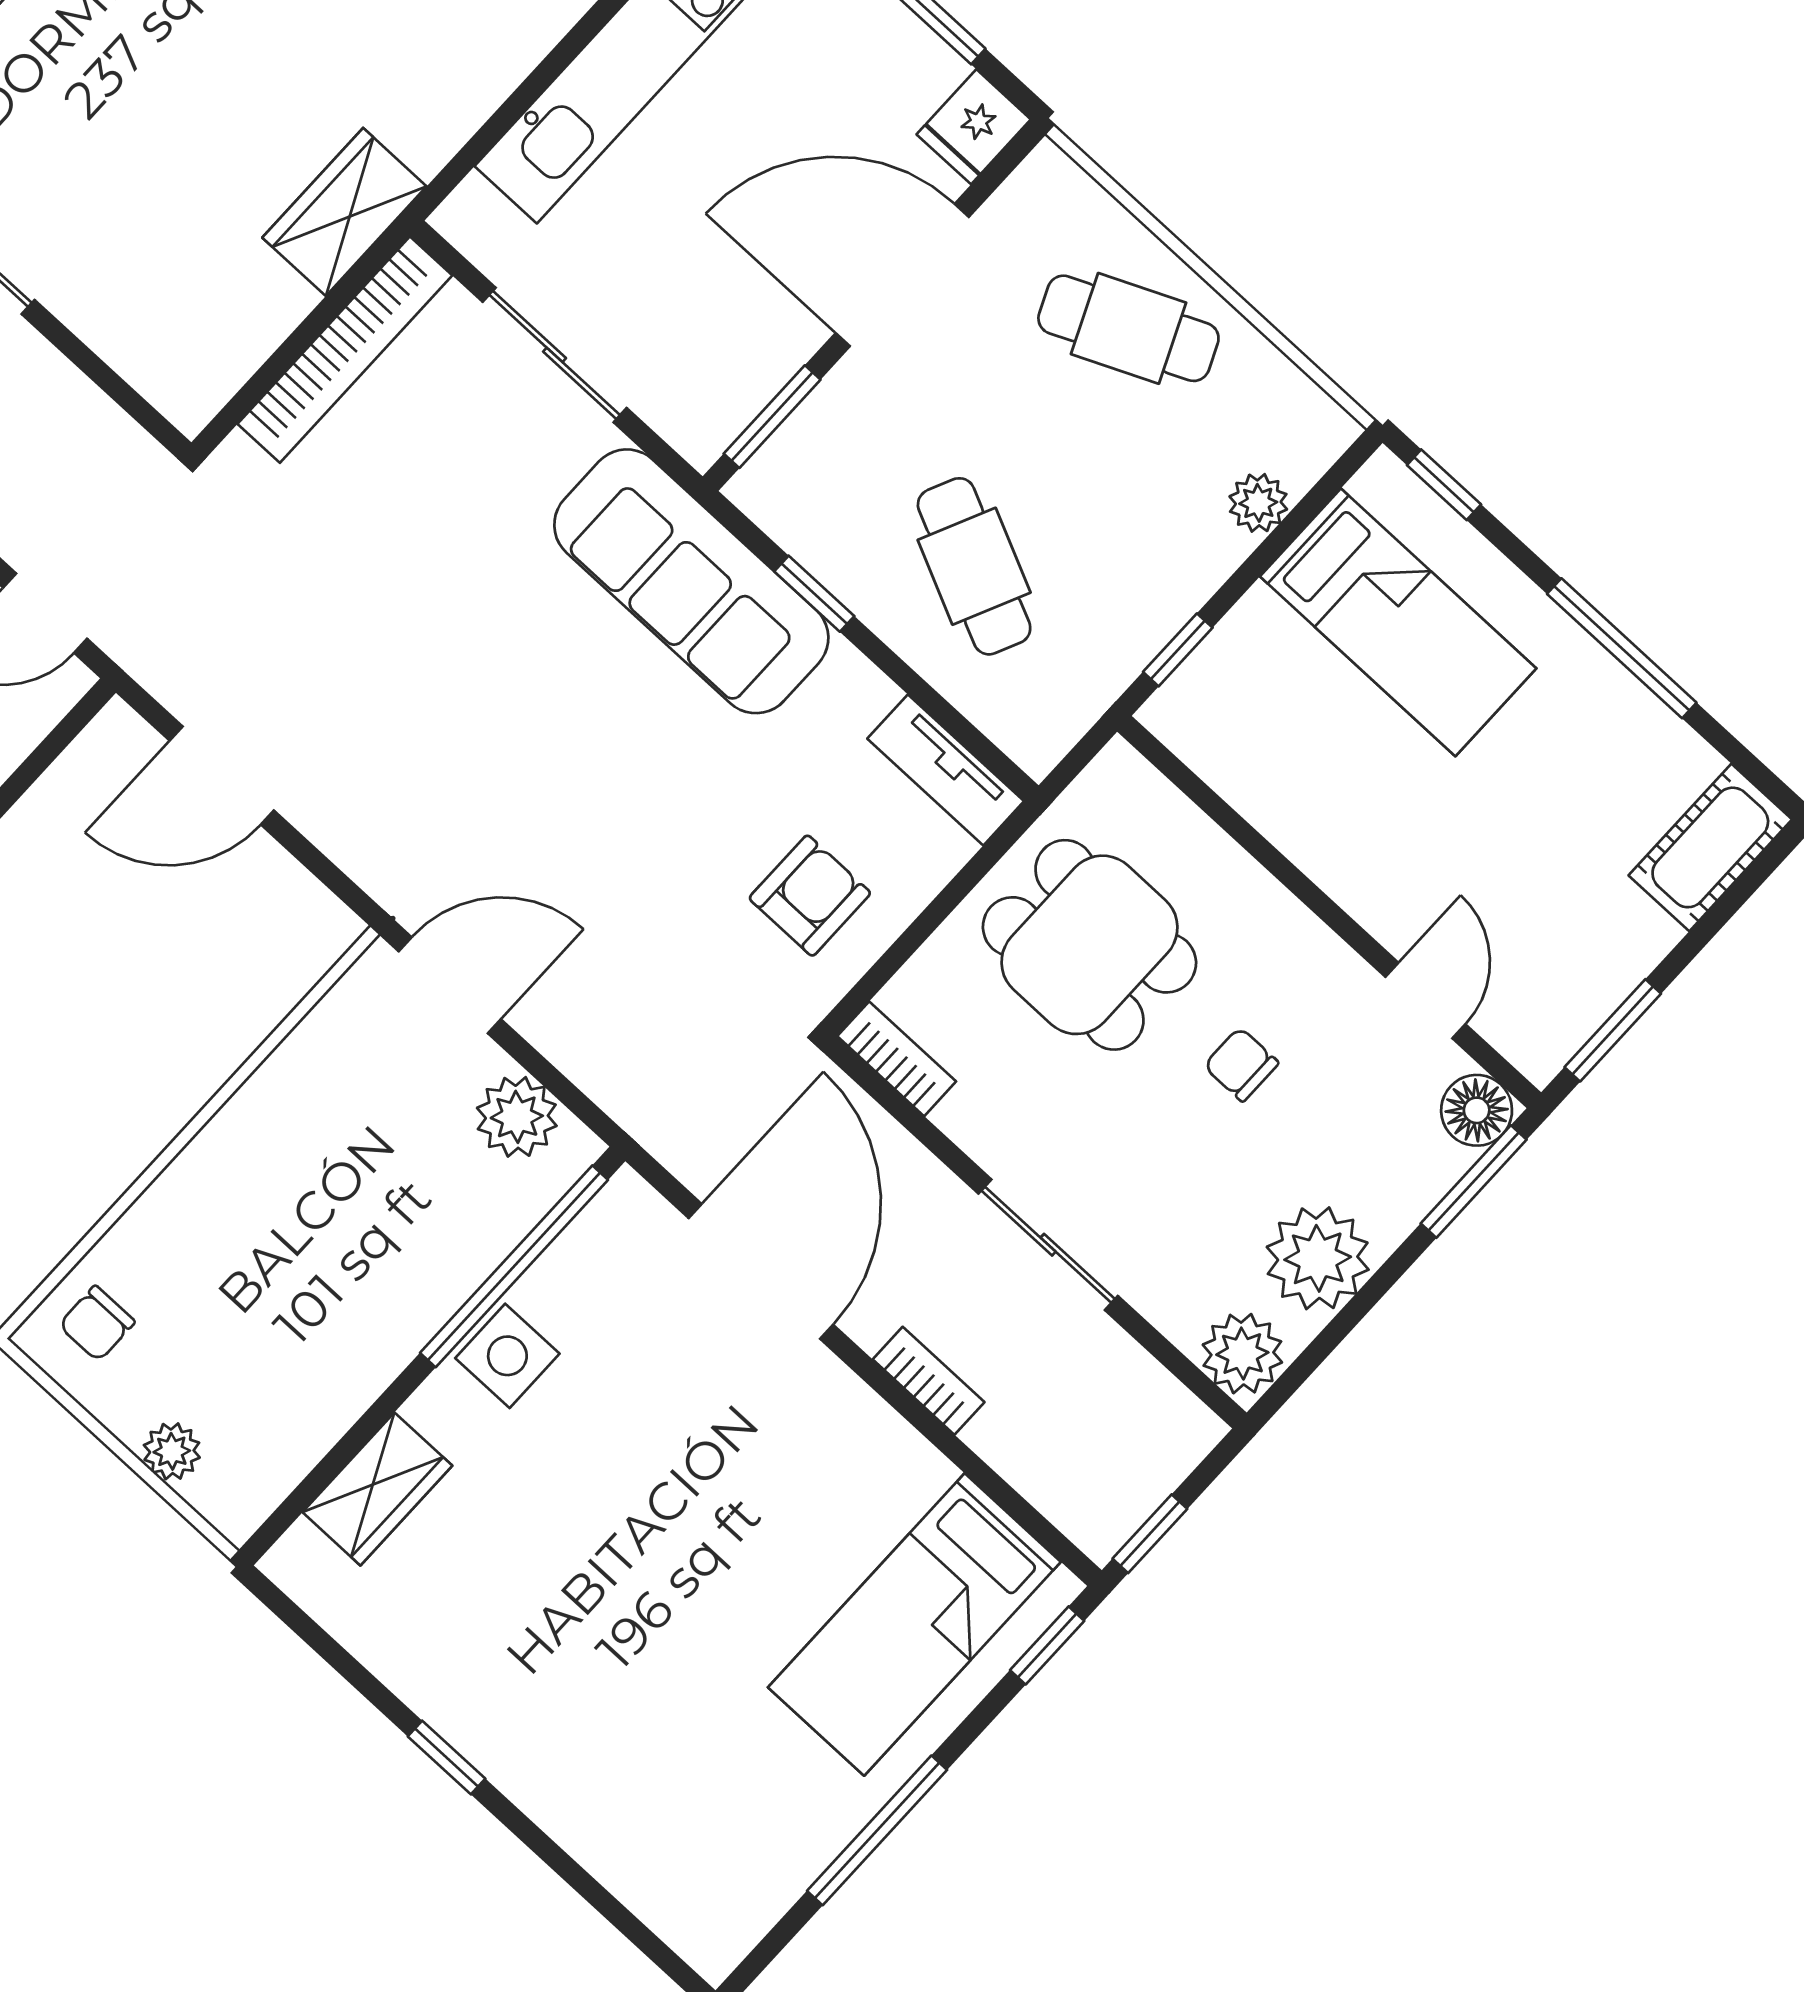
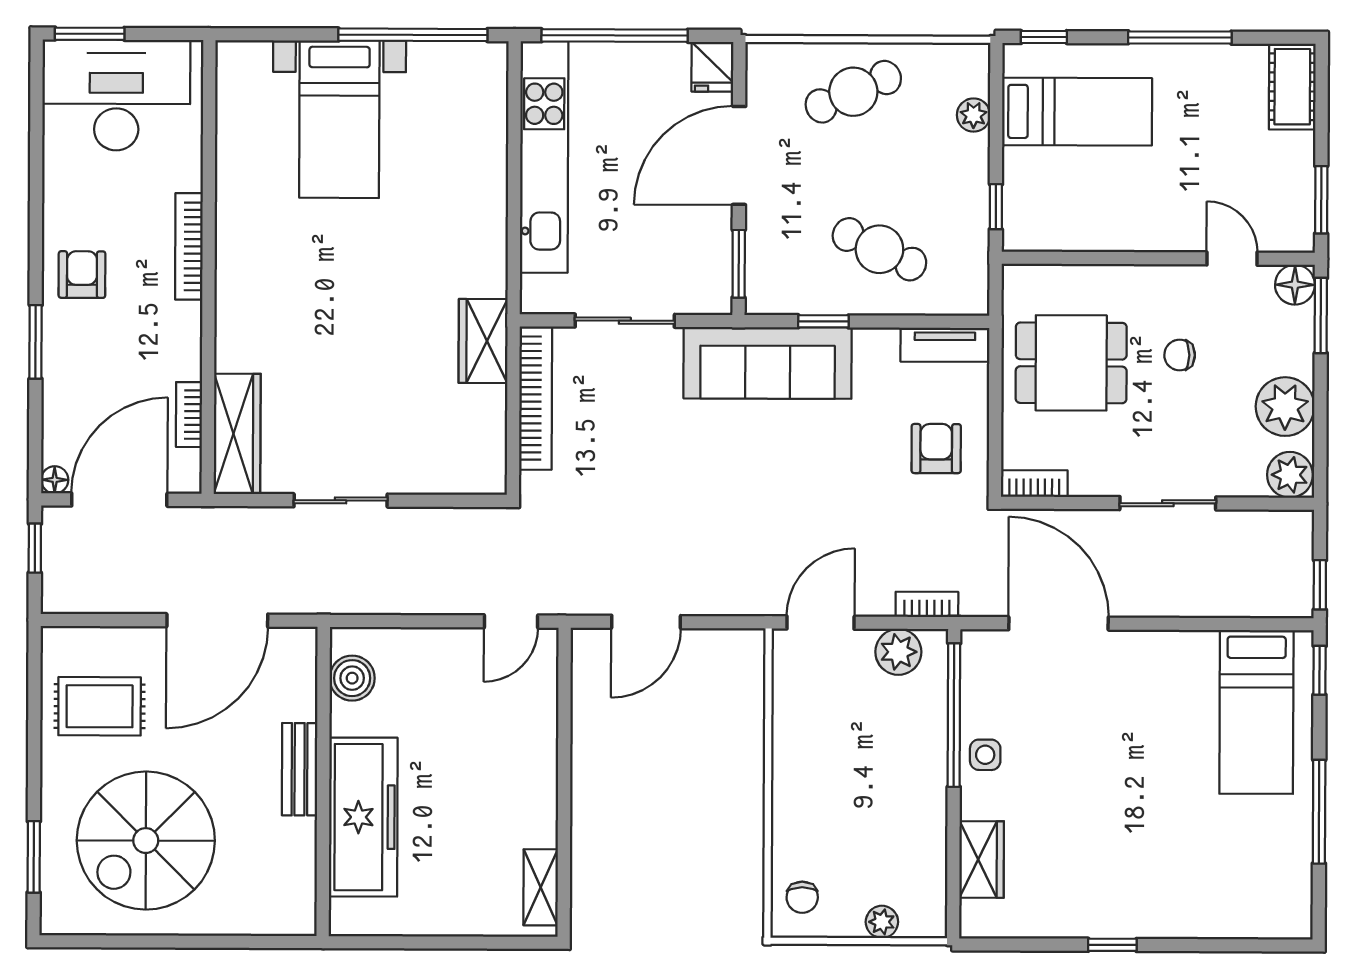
side table: (507, 1356) -> (985, 755), width x0.73, depth x0.73
bookcase: (929, 1381) -> (927, 604), moved

